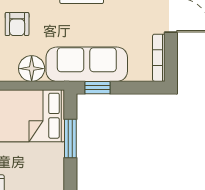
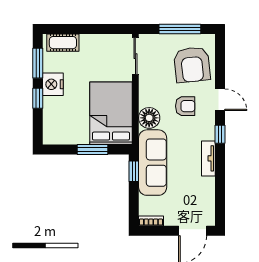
armchair: (17, 24) -> (185, 106), turned 180
bookcase: (159, 58) -> (151, 221), width x0.64

